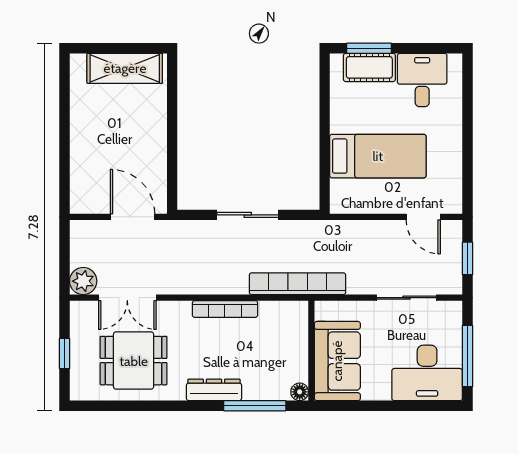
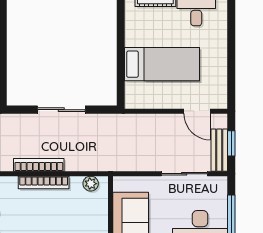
bench: (452, 267) -> (219, 150), added
bookcase: (297, 284) -> (39, 165), moved, width x0.68, depth x0.76
plant: (286, 310) -> (91, 184), added

